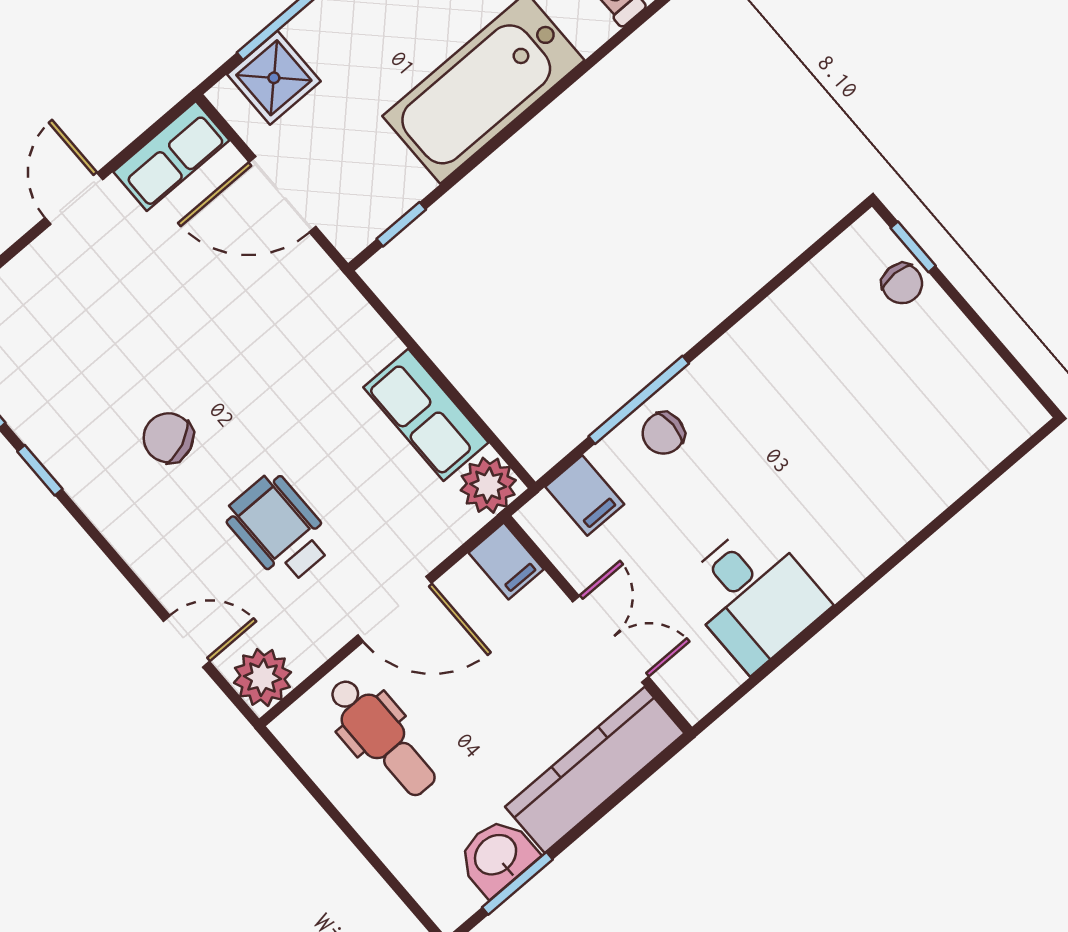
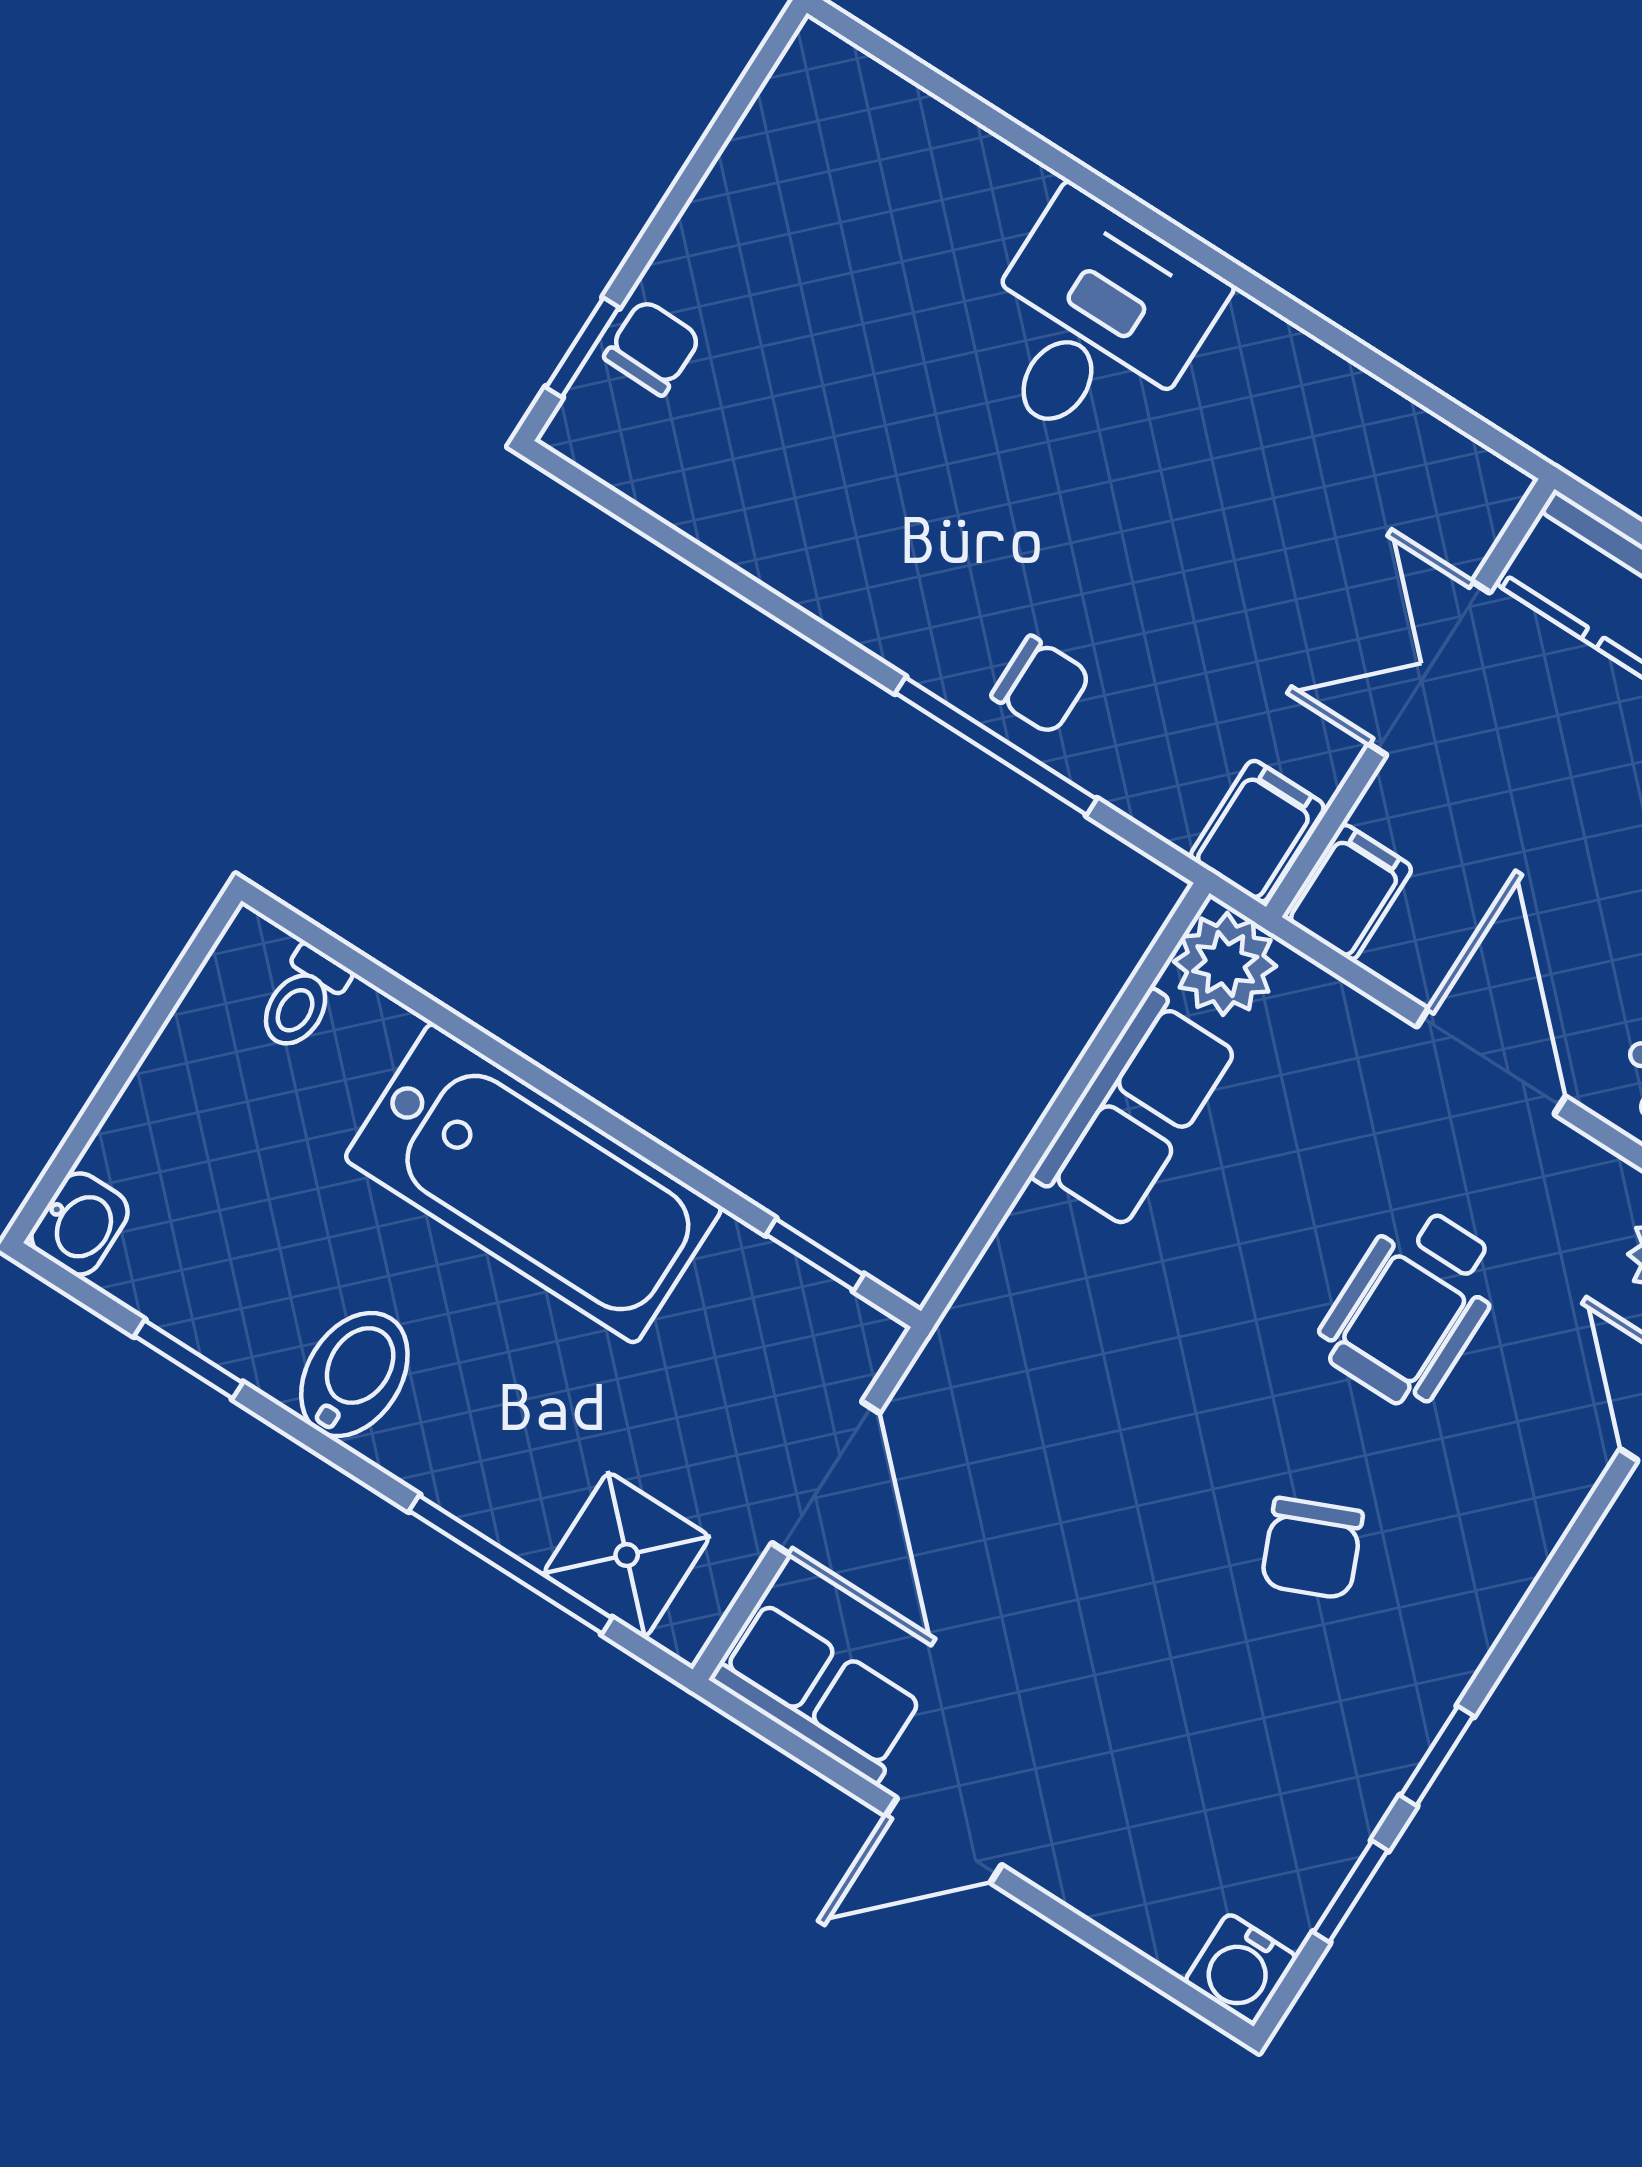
filing cabinet: (585, 496) -> (1257, 831), moved
desk: (754, 596) -> (1094, 324), moved

